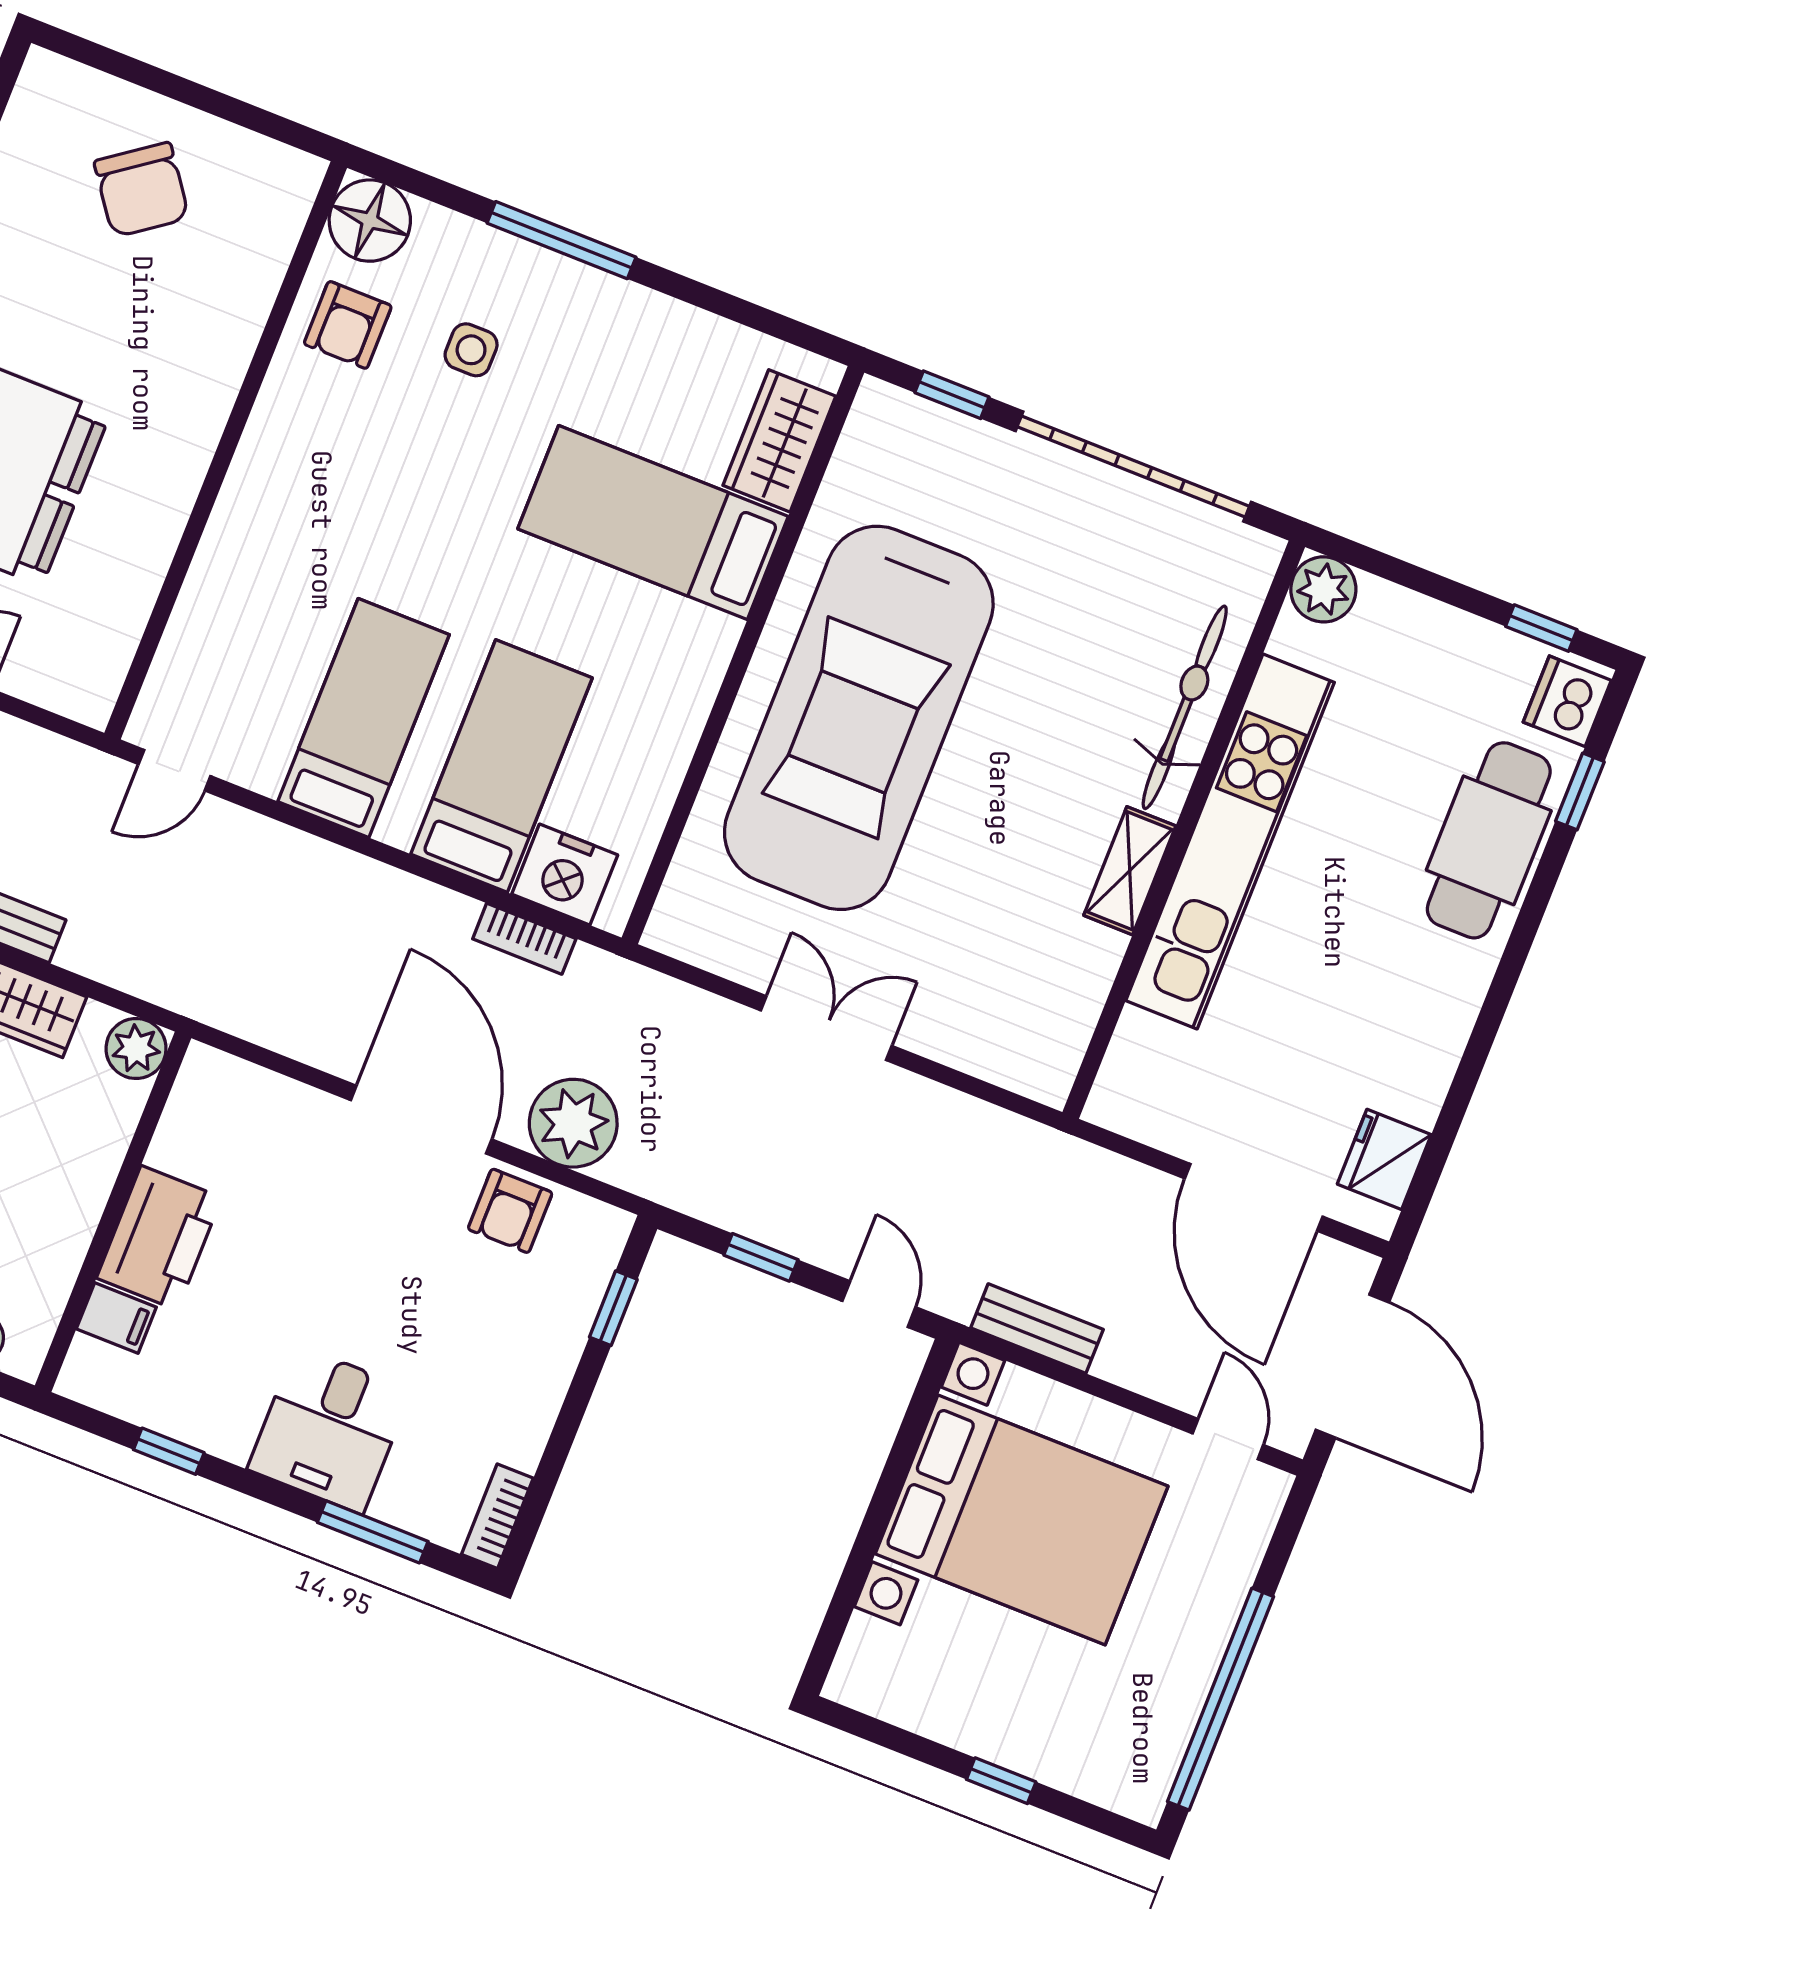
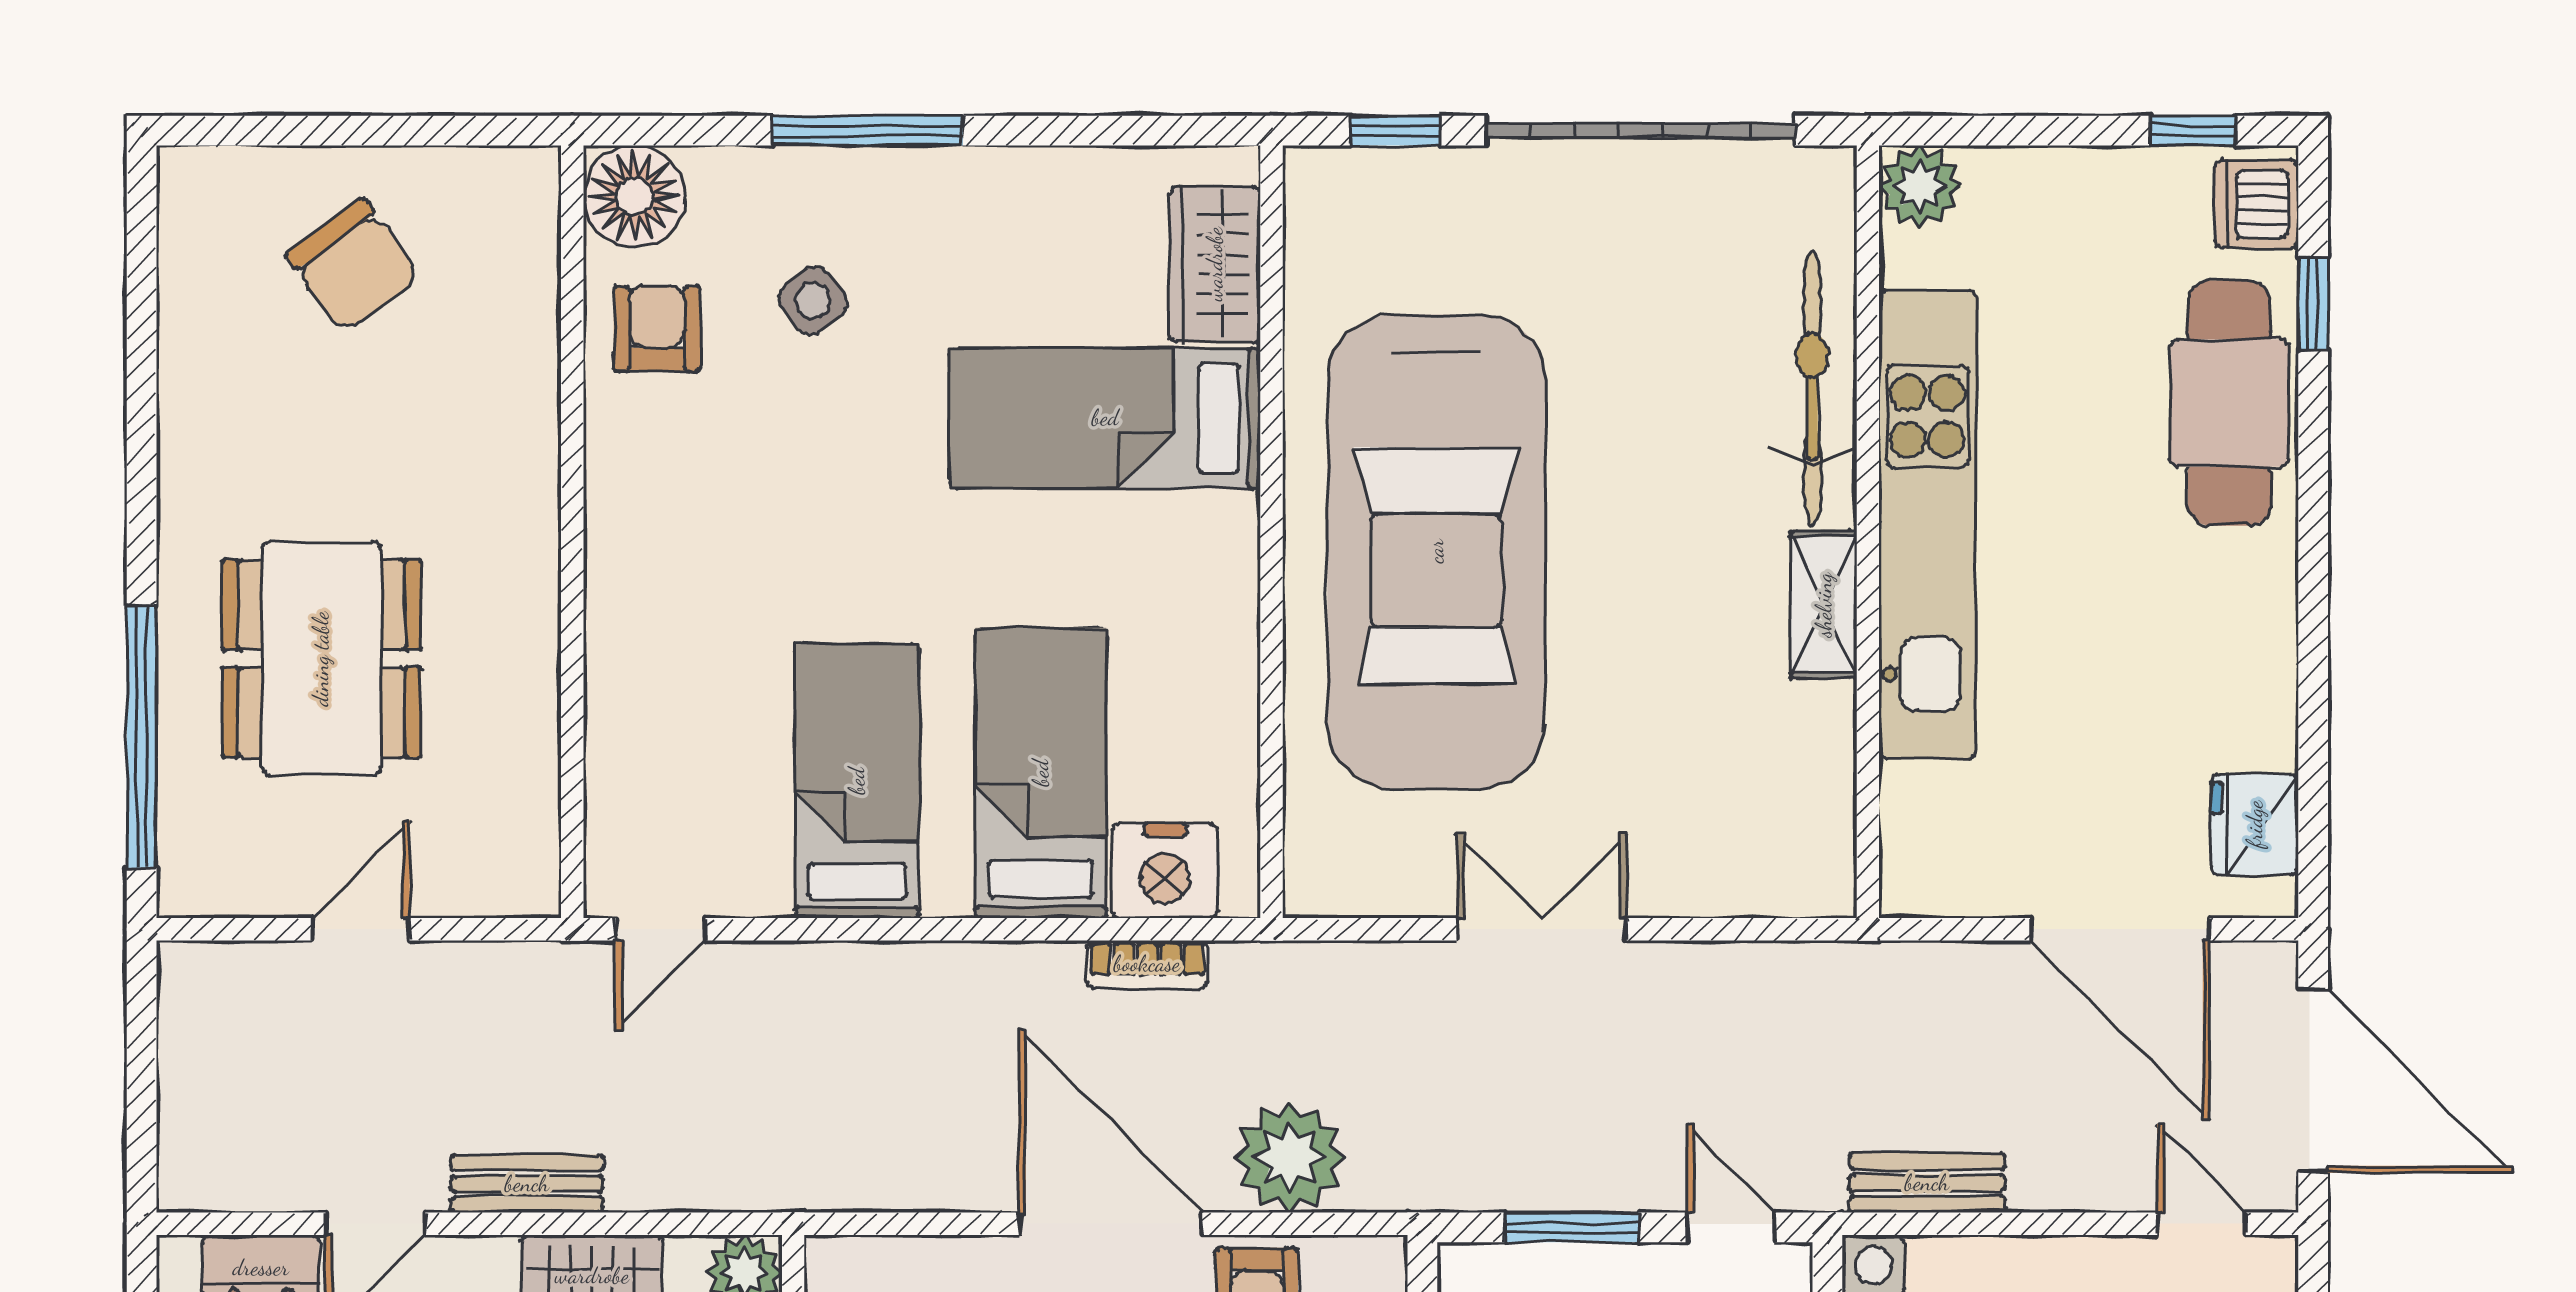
armchair: (348, 325) -> (657, 329), turned 180
side table: (471, 350) -> (813, 301), turned -37
window: (761, 1257) -> (1572, 1227), width x1.50

